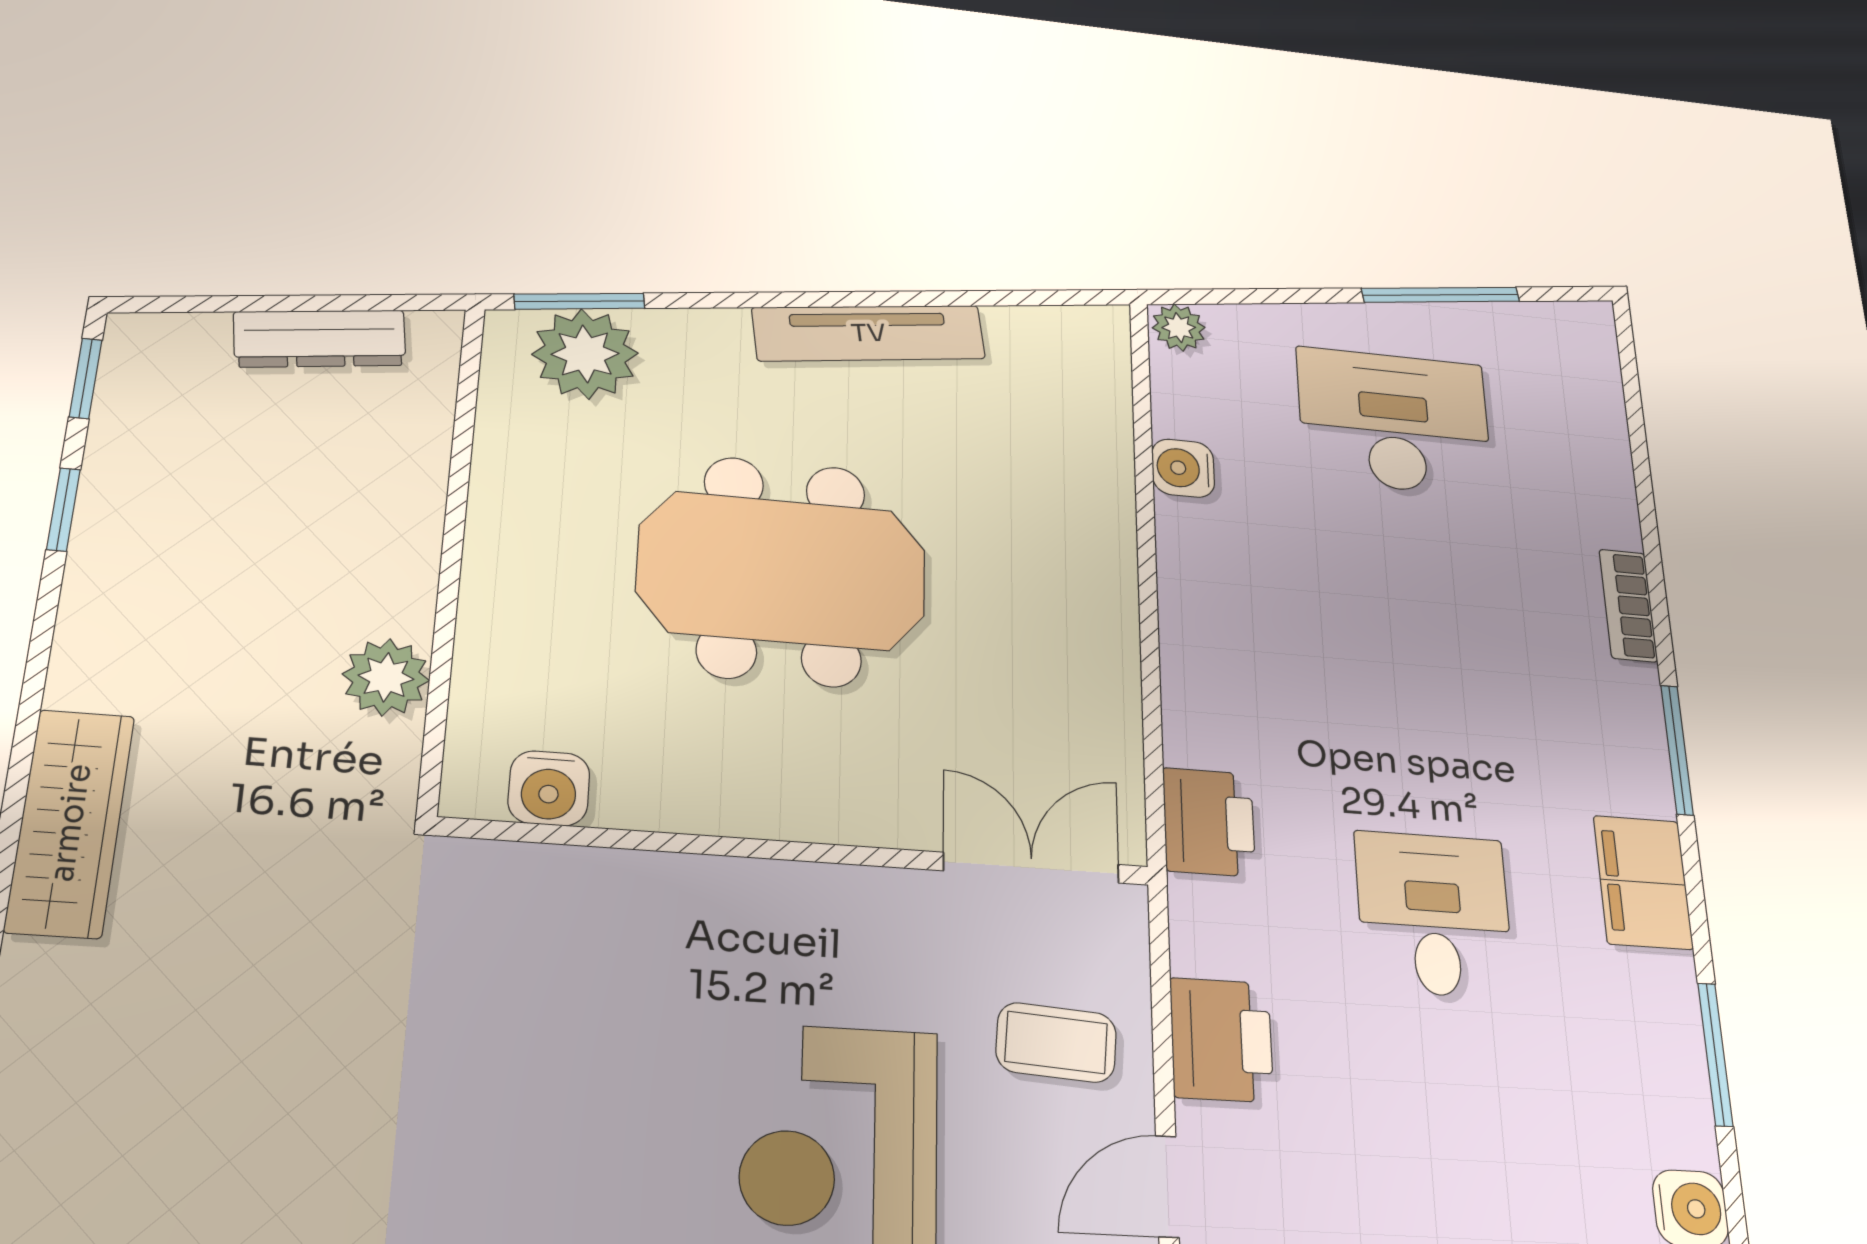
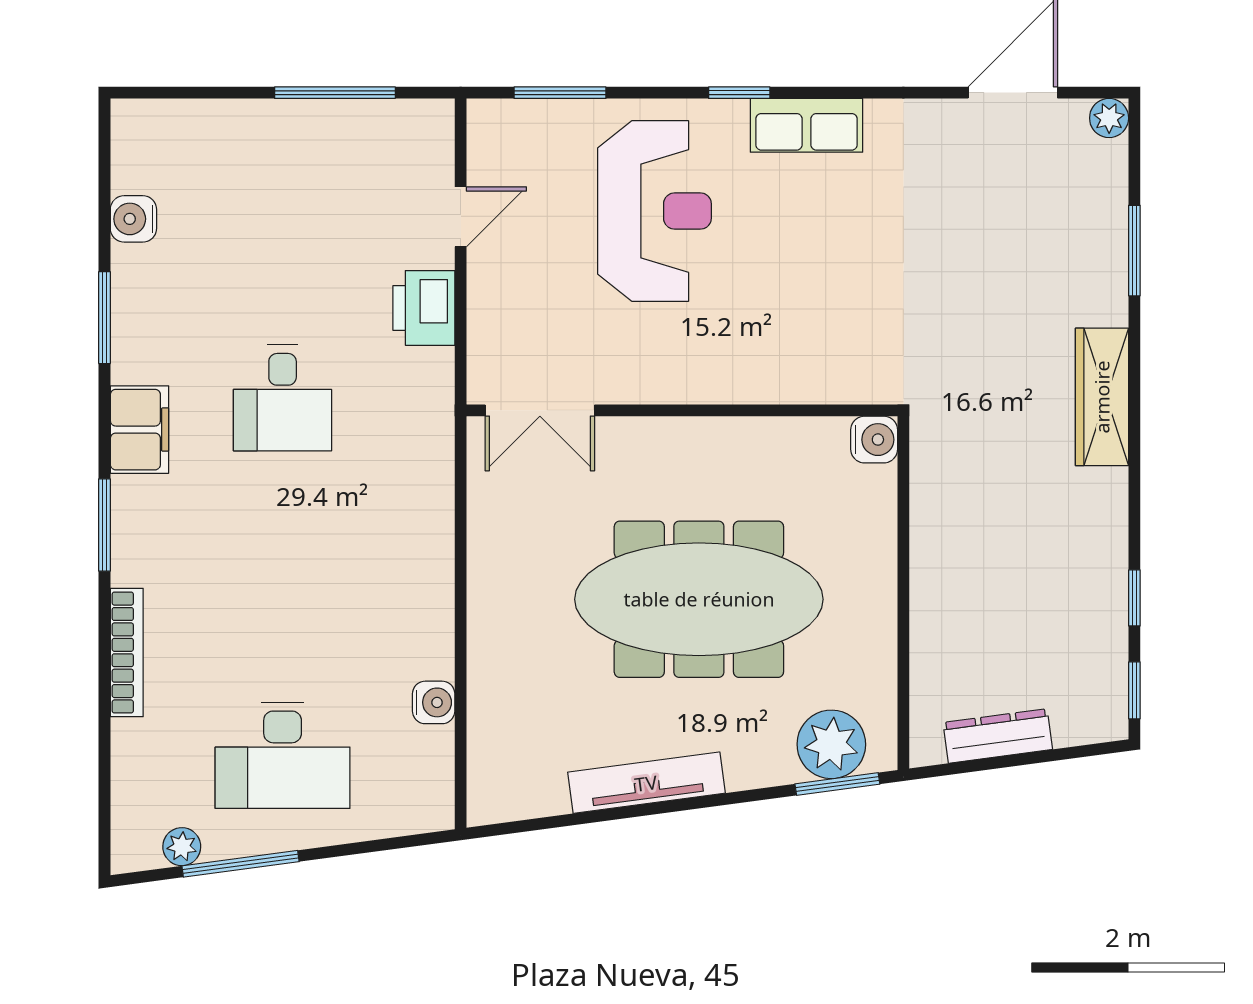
plant: (1179, 328) -> (182, 847), moved
meeting table: (782, 571) -> (699, 599), width x1.36
bookcase: (1628, 605) -> (127, 653), width x1.56
plant: (386, 677) -> (935, 504), removed
water cooler: (549, 788) -> (874, 440), moved, turned 90
printer: (1209, 822) -> (426, 449), removed
coffee table: (1056, 1042) -> (526, 300), removed

